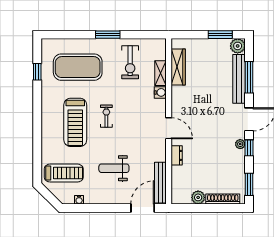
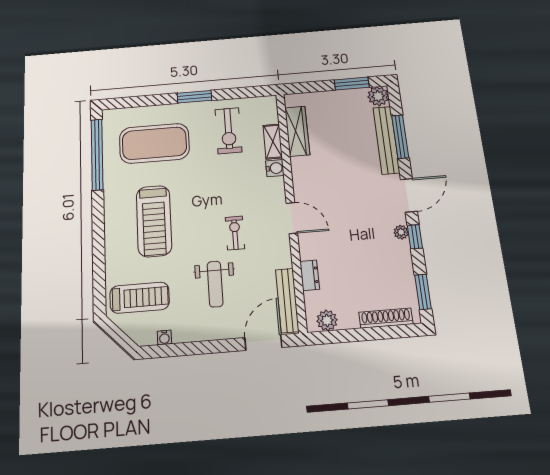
window: (37, 72) -> (97, 154), width x3.17
exercise bike: (106, 116) -> (235, 233), moved
dresser: (177, 155) -> (310, 275), moved
weight bench: (114, 168) -> (215, 284), turned -90
plant: (198, 197) -> (327, 320), moved

